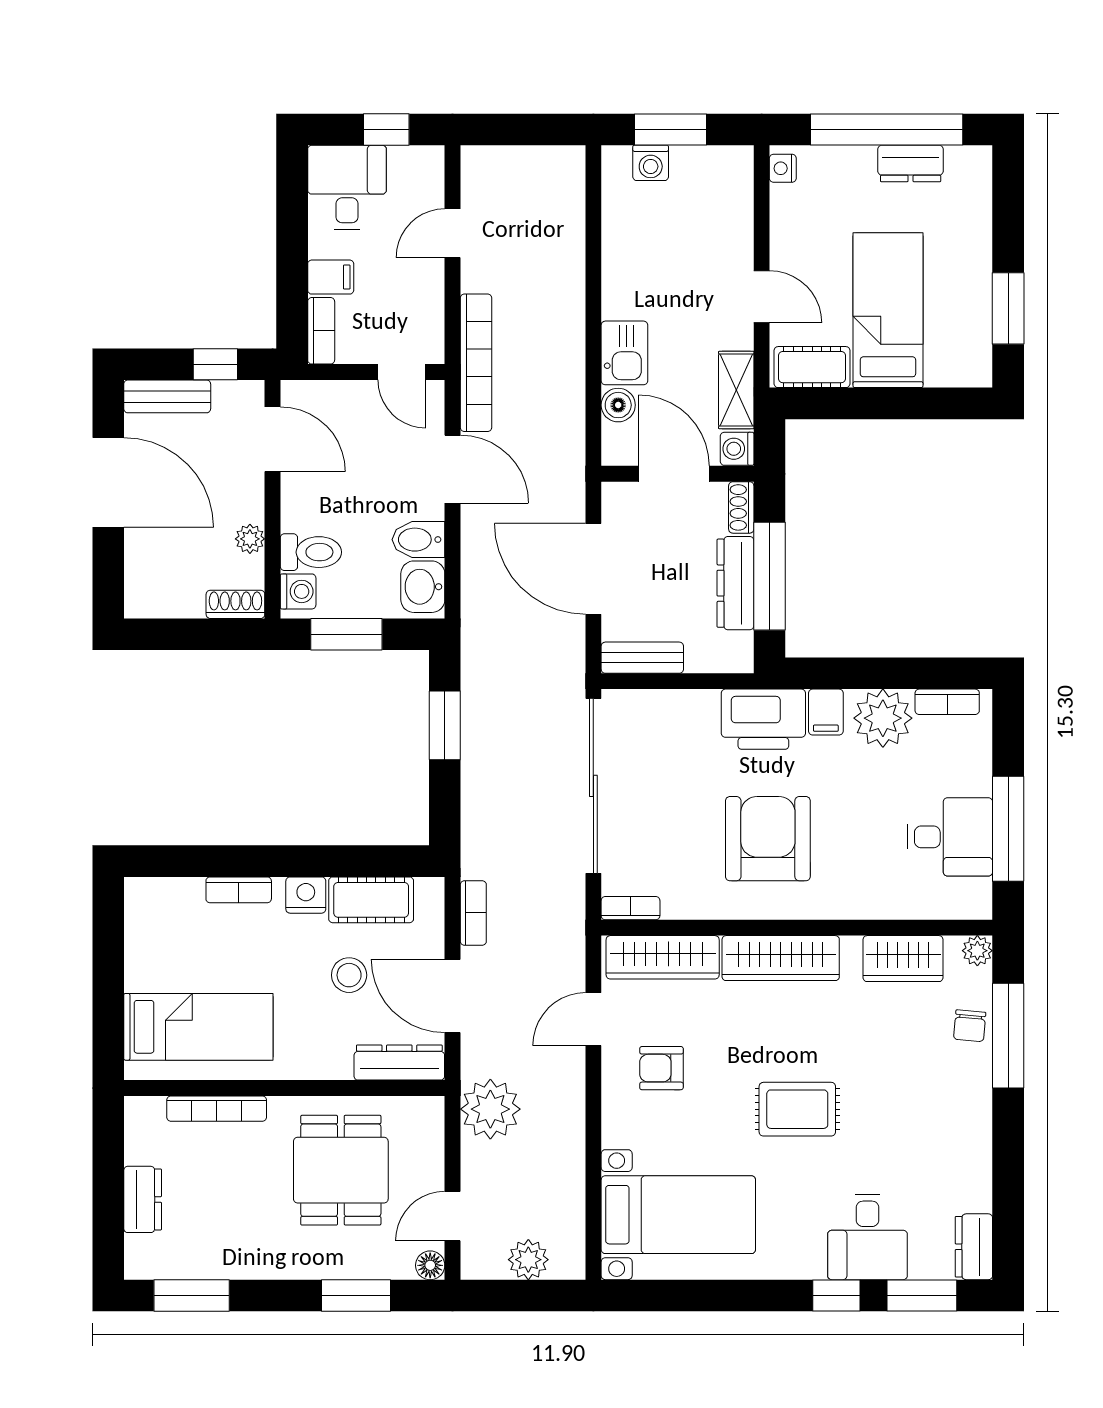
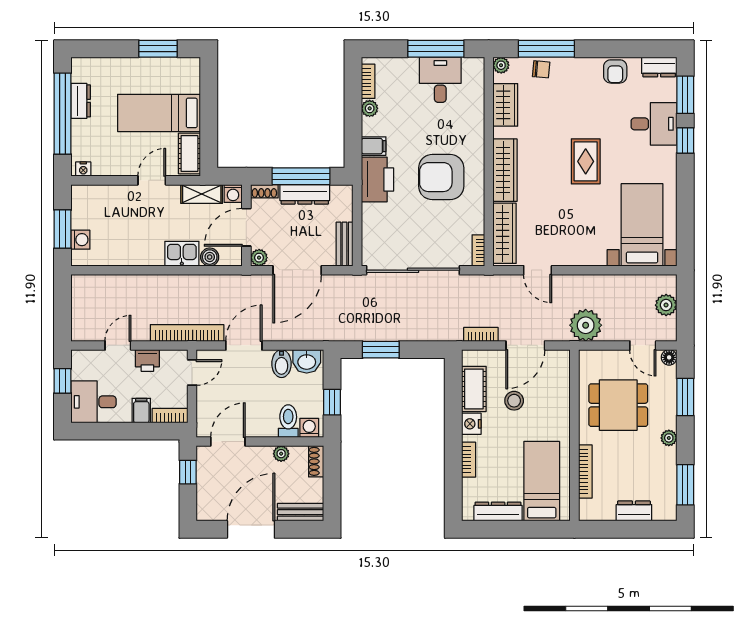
door: (453, 233) -> (118, 345), swing flipped
printer: (424, 288) -> (147, 360), added
bench: (167, 396) -> (301, 512), moved, turned 90
plant: (617, 497) -> (259, 258), added
window: (346, 634) -> (332, 402), width x0.67
plant: (883, 718) -> (370, 108), width x0.53, depth x0.53
dresser: (399, 1063) -> (498, 512), moved, turned 90
armchair: (661, 1068) -> (615, 71), moved
plant: (279, 1265) -> (669, 438), added

